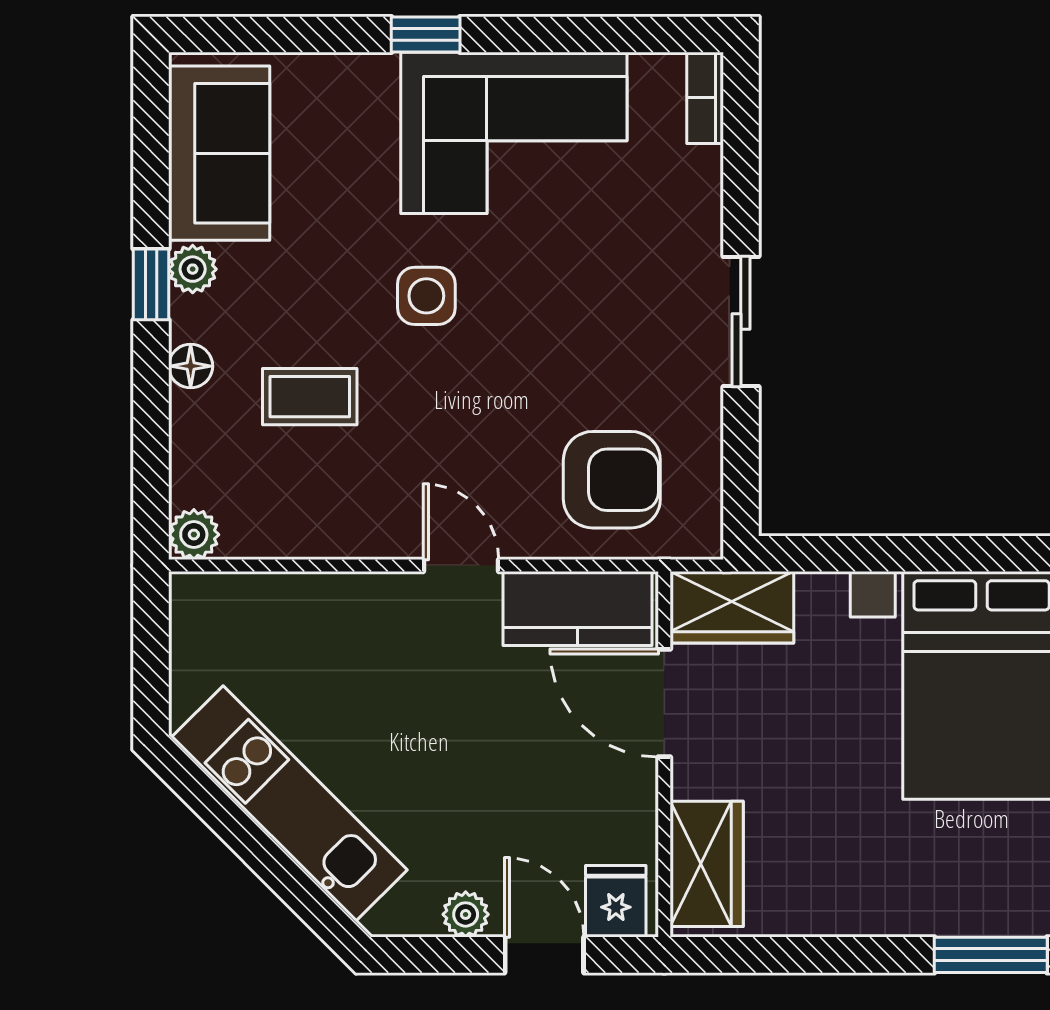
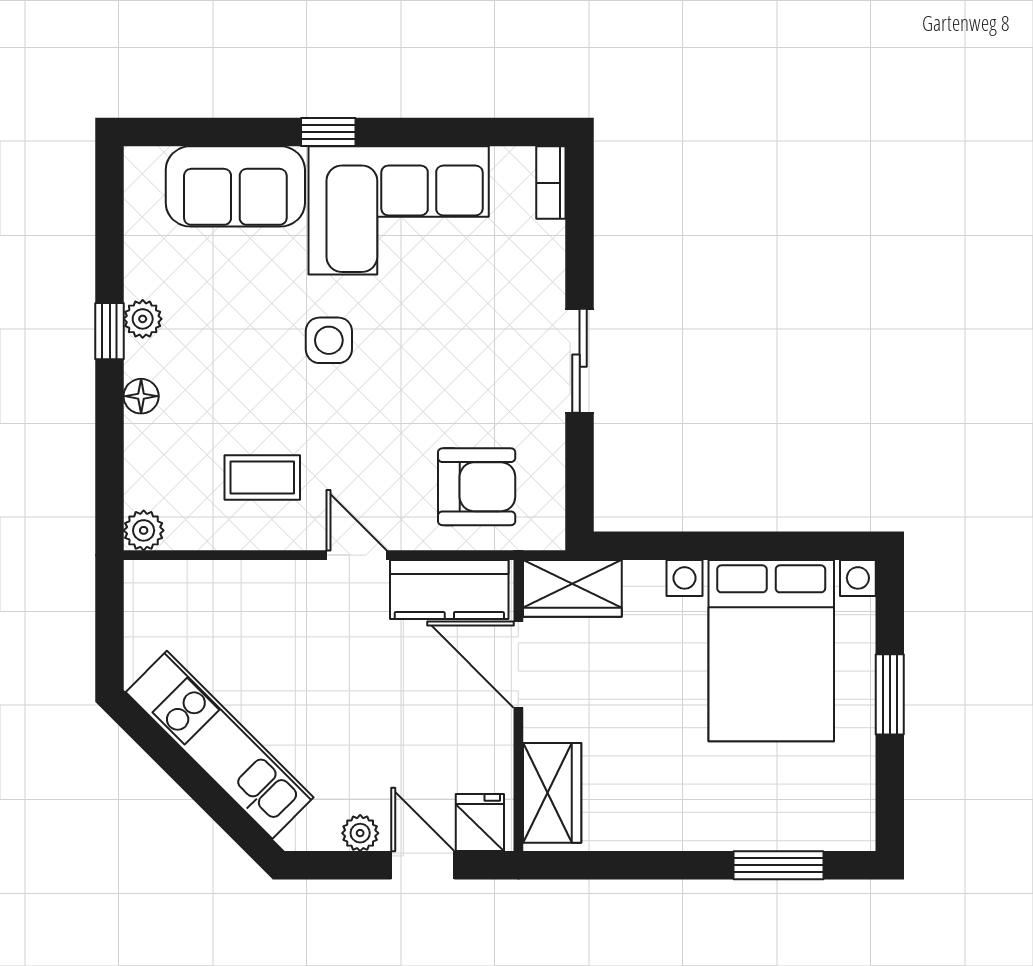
sofa: (219, 153) -> (235, 186), moved, turned 90
coffee table: (310, 397) -> (262, 478), moved

